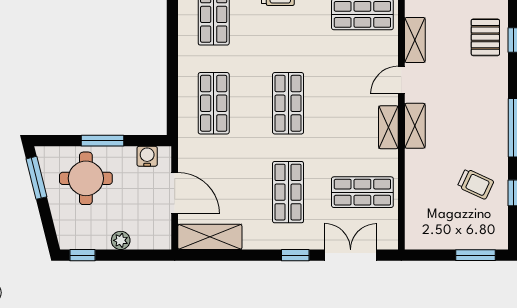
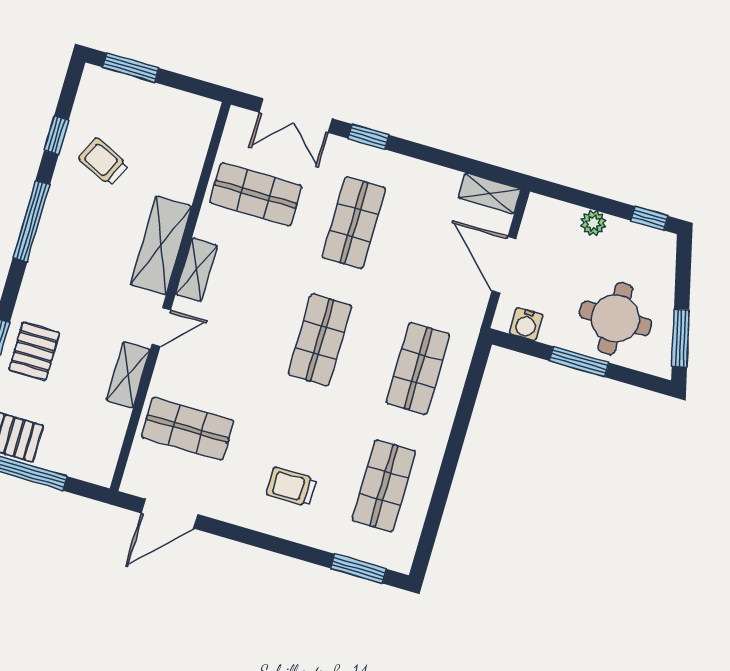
shelving: (415, 126) -> (161, 245), width x1.50, depth x1.33
shelving: (210, 237) -> (490, 193), width x0.67, depth x0.75

